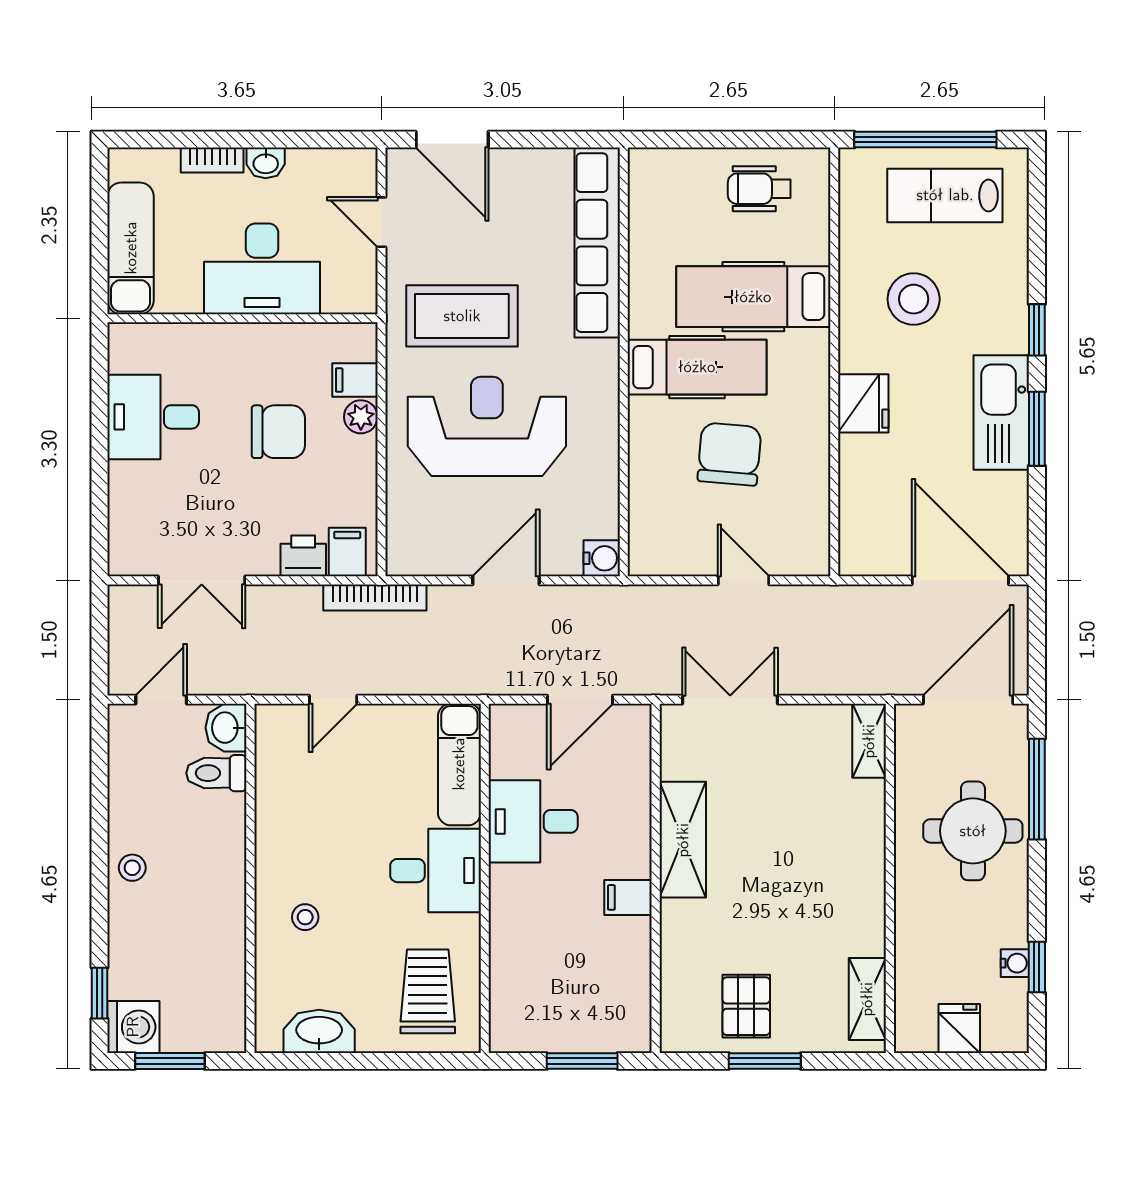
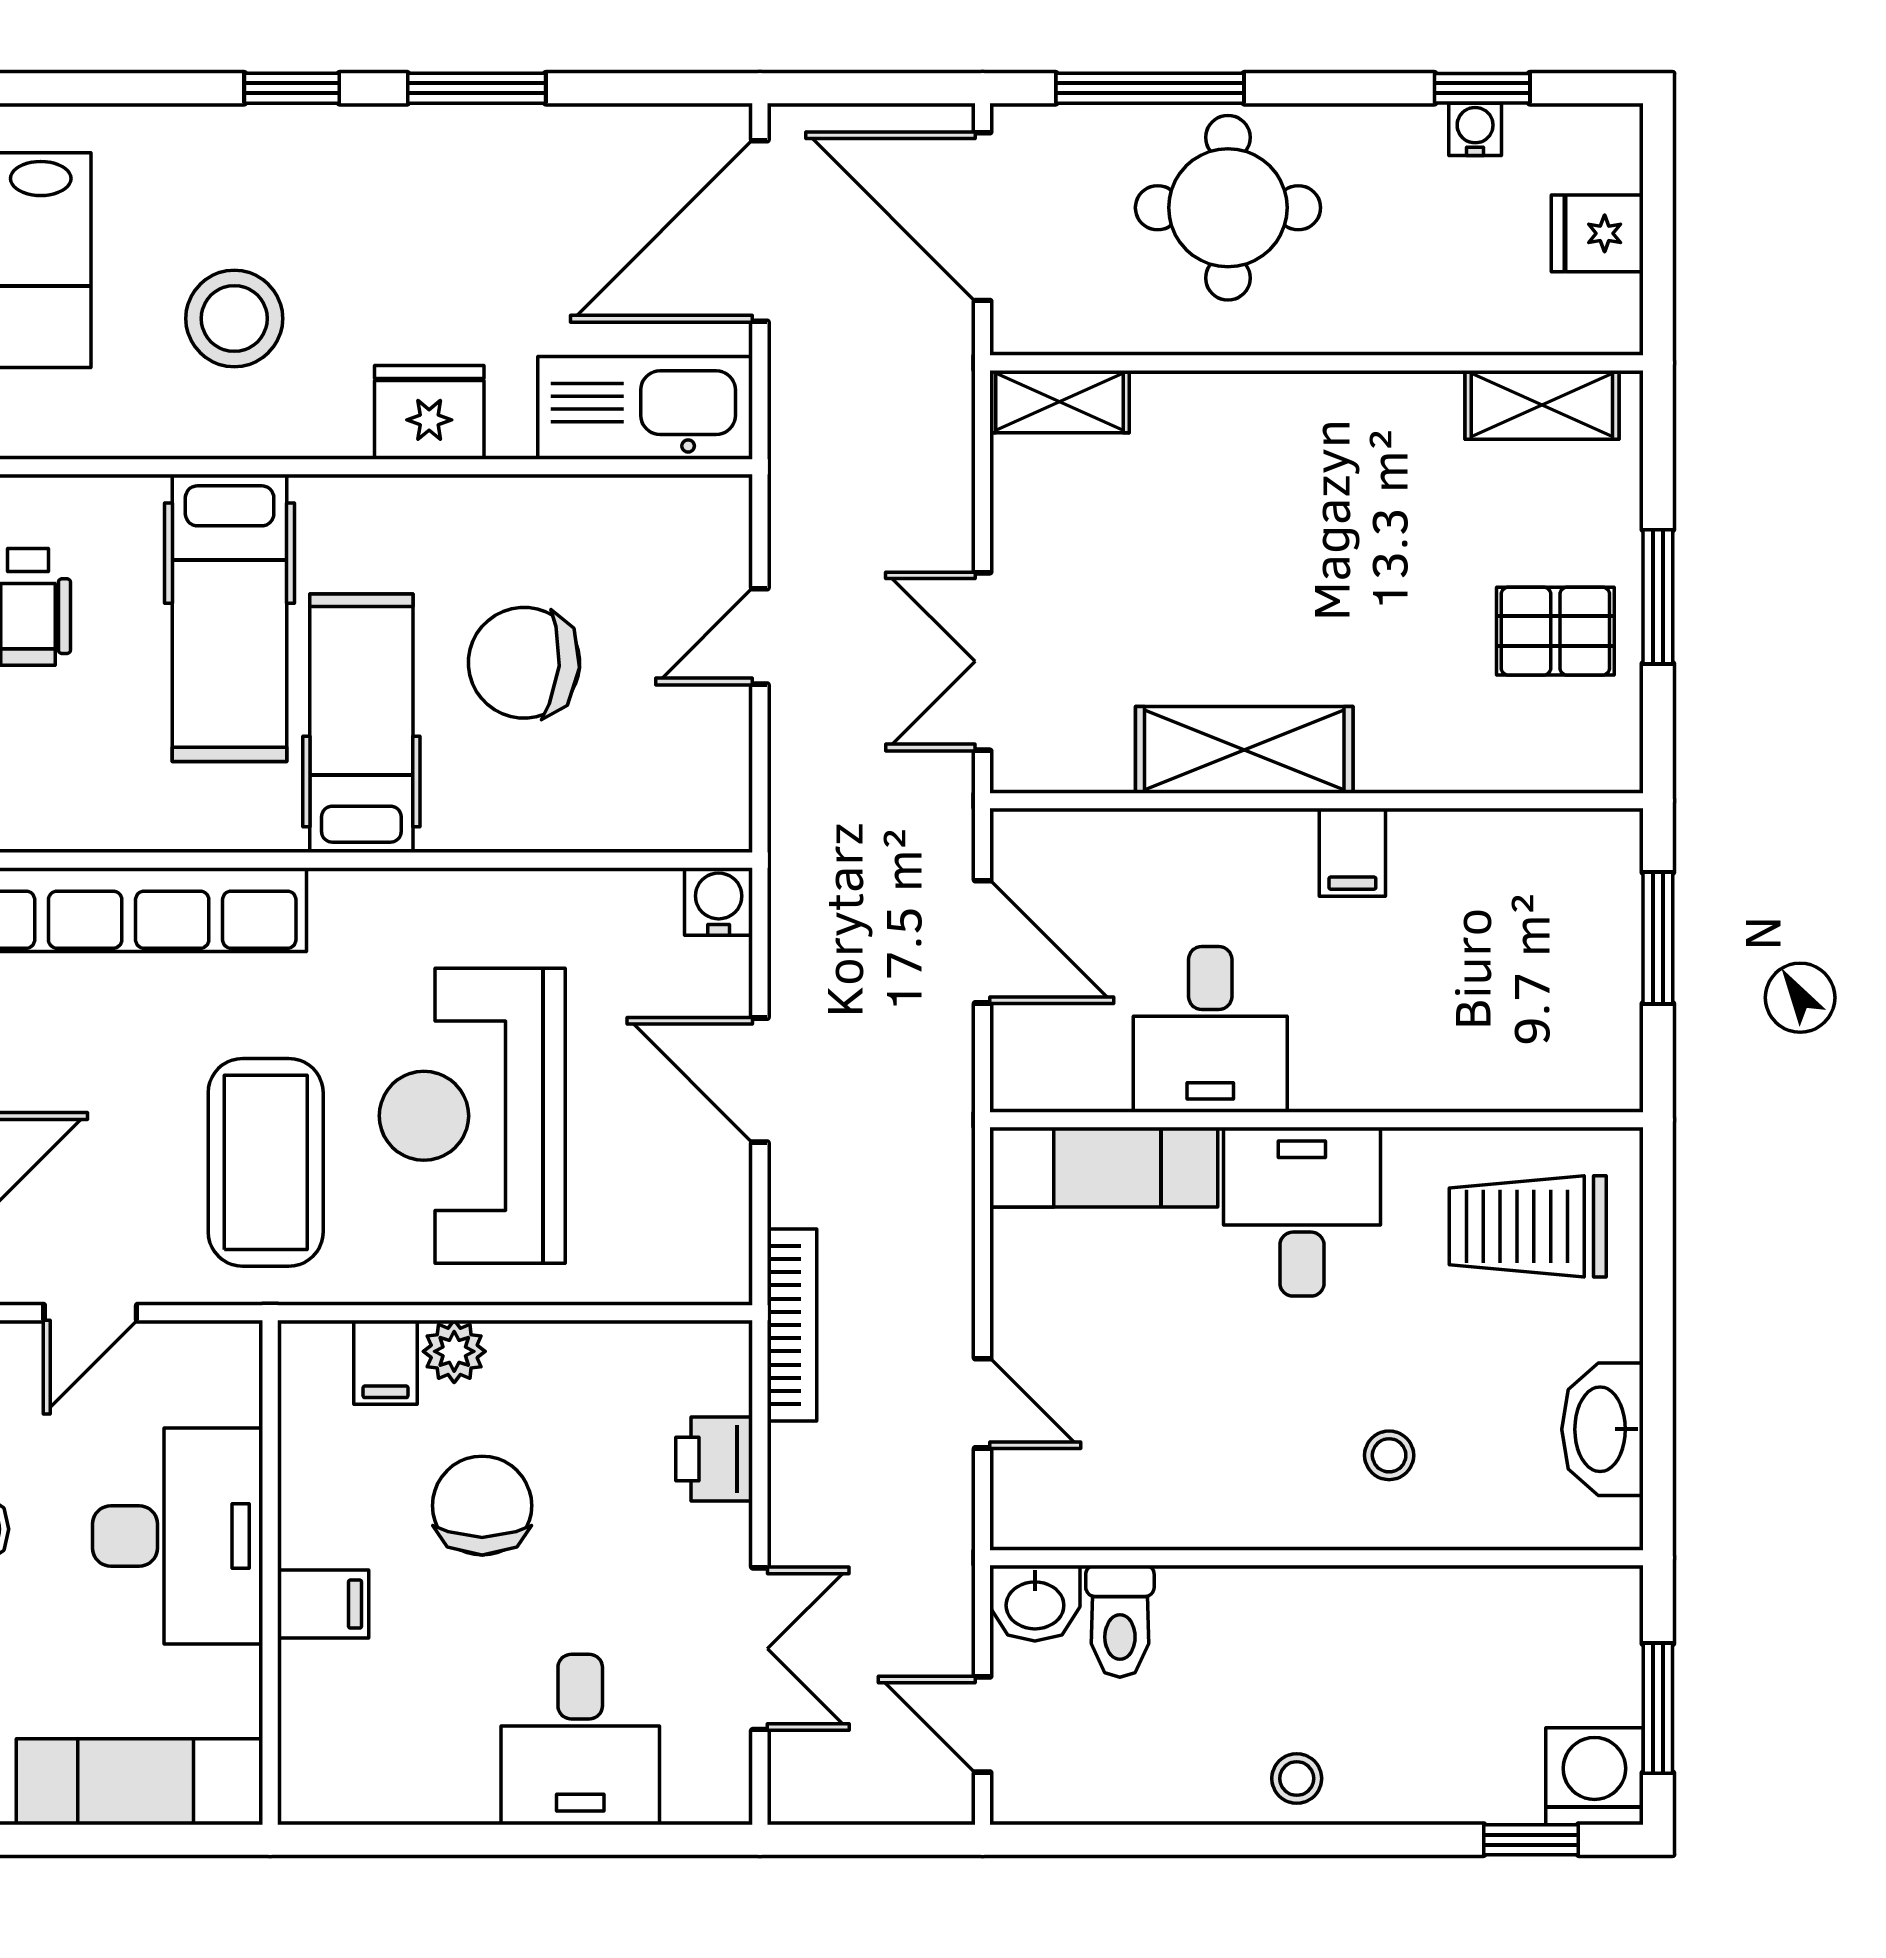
kitchen sink: (1001, 413) -> (645, 408), moved, turned 180
desk: (153, 417) -> (580, 1740), moved
filing cabinet: (347, 552) -> (323, 1604), moved, turned 180

